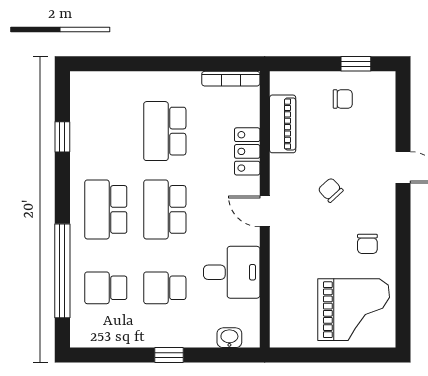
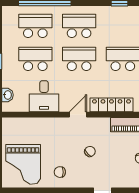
locker: (247, 151) -> (111, 105), width x1.53
school desk: (106, 288) -> (35, 26), width x1.85
school desk: (165, 288) -> (35, 59), width x1.85

